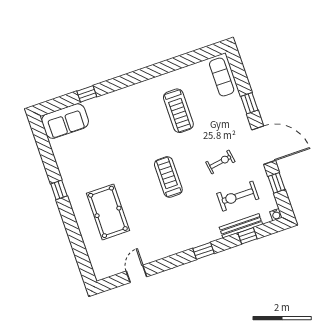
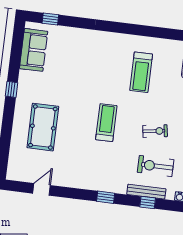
window: (87, 94) -> (50, 19), moved
sofa: (65, 121) -> (34, 50), moved, turned -90

